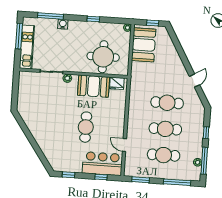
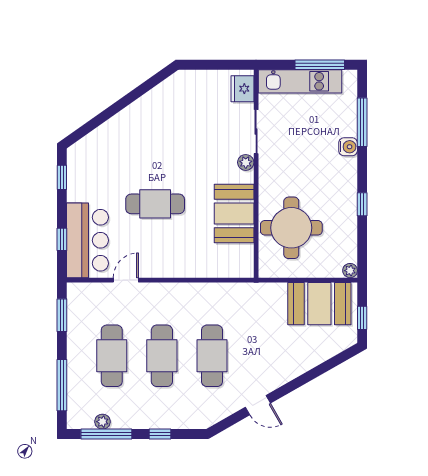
fridge: (117, 83) -> (242, 89), moved

